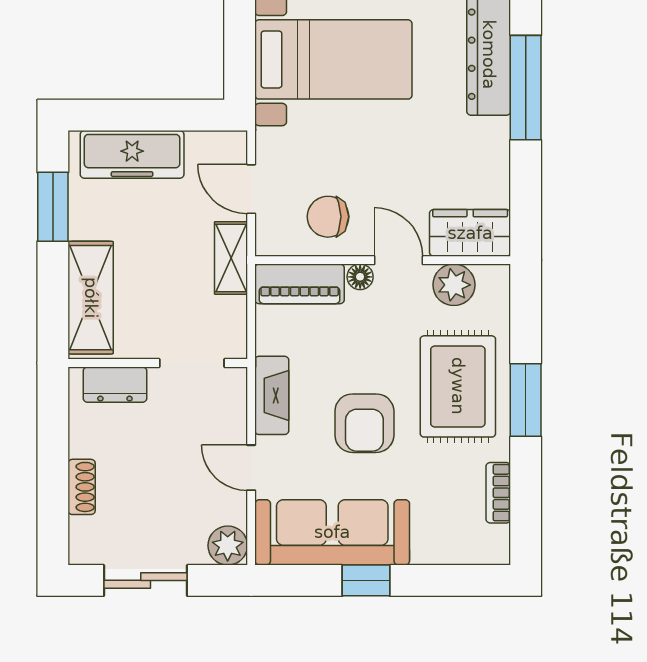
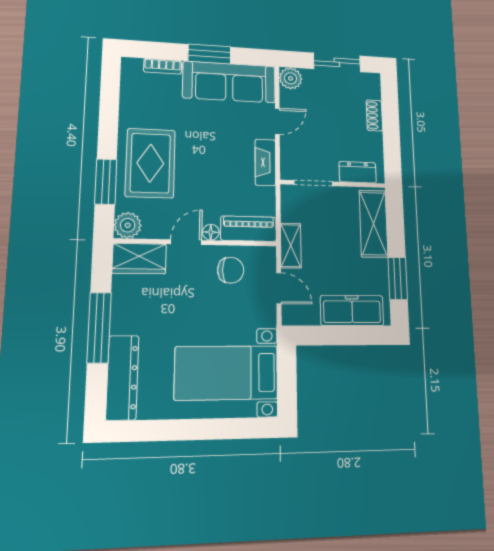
window: (526, 88) -> (99, 328), moved
door: (399, 260) -> (186, 242), swing flipped
plant: (454, 285) -> (128, 225), moved
window: (526, 400) -> (106, 182), moved
armchair: (364, 423) -> (209, 144), removed
door: (251, 468) -> (277, 121), hinge flipped
bookcase: (498, 493) -> (163, 66), moved, turned 90
window: (366, 580) -> (209, 54), width x1.50

